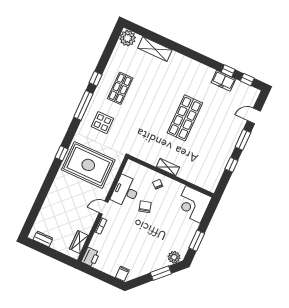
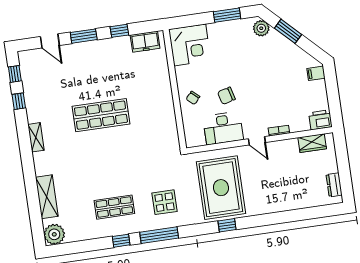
freezer: (223, 81) -> (145, 42), moved, turned 90
shelving: (168, 167) -> (36, 137), moved

